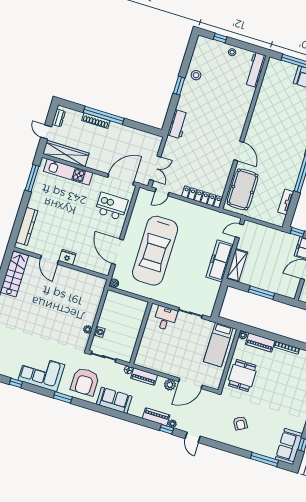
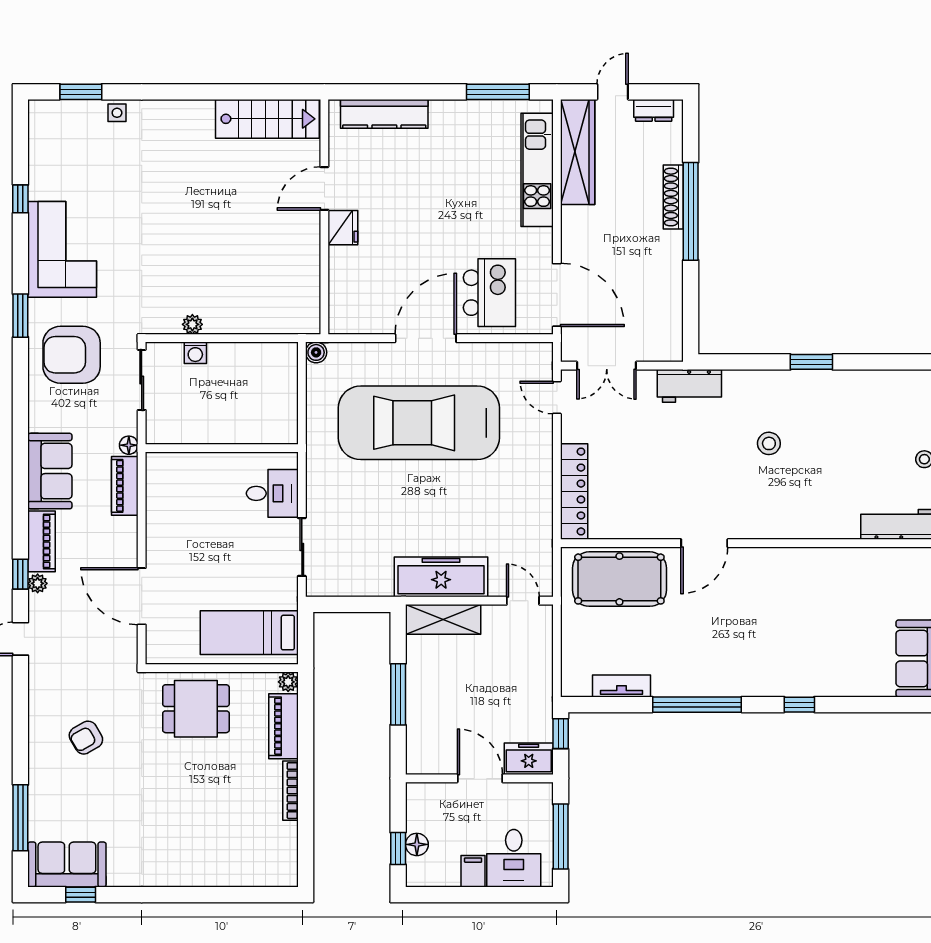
stool: (196, 75) -> (769, 443), moved
workbench: (178, 124) -> (689, 386), moved
door: (118, 252) -> (426, 338), moved
plant: (170, 385) -> (124, 551), removed
sofa: (114, 400) -> (50, 471), moved

